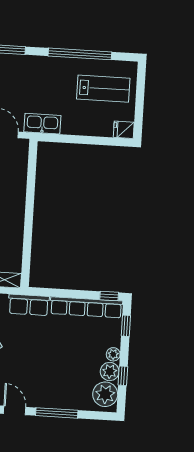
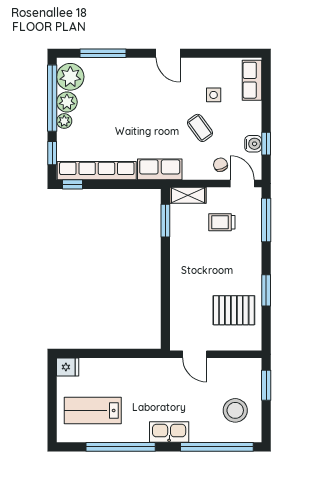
kitchen sink: (42, 124) -> (169, 432), moved, turned 180
window: (26, 258) -> (165, 221), added
window: (123, 376) -> (52, 98), width x3.17
window: (57, 413) -> (103, 53), moved

